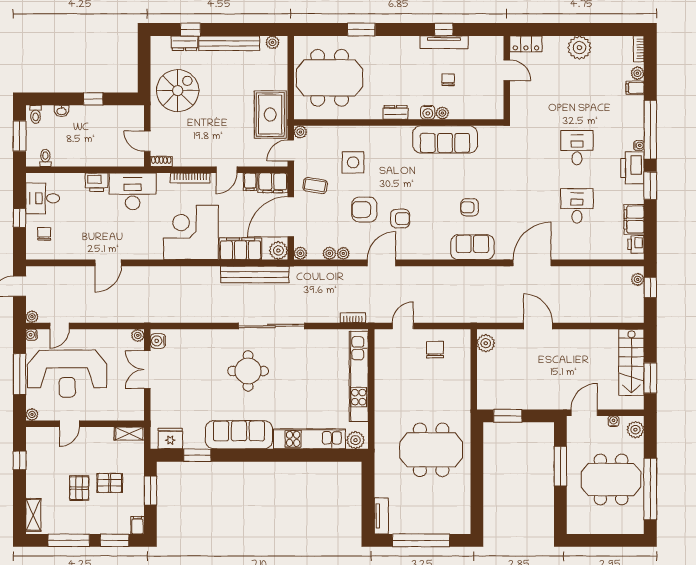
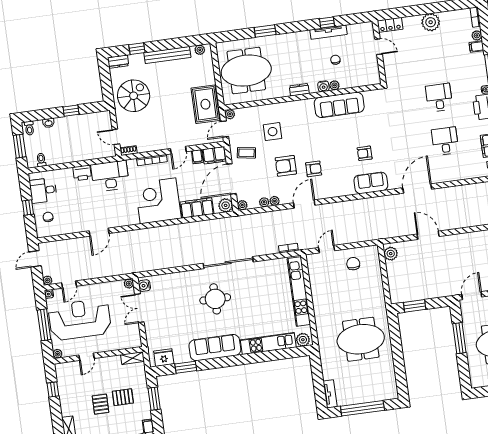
dresser: (184, 43) -> (118, 62), moved
bench: (255, 274) -> (210, 226), removed
reception desk: (67, 374) -> (80, 319), turned 180

